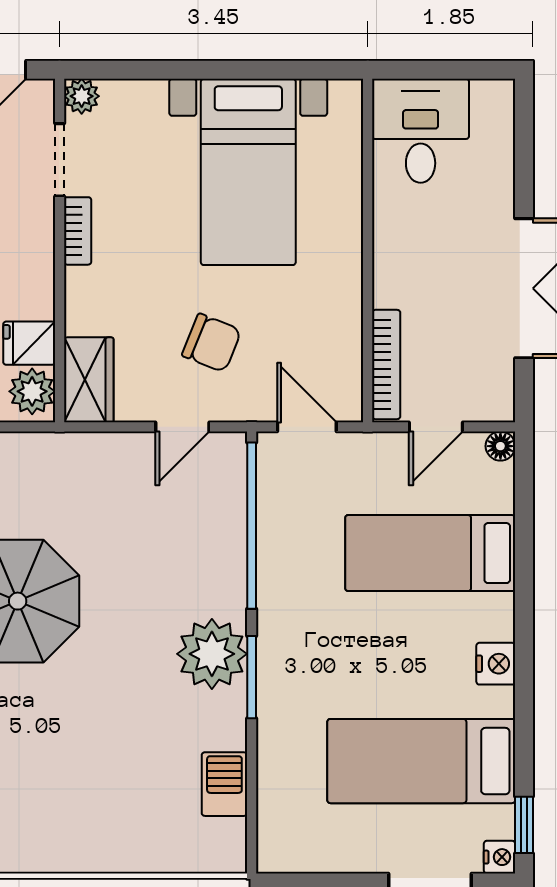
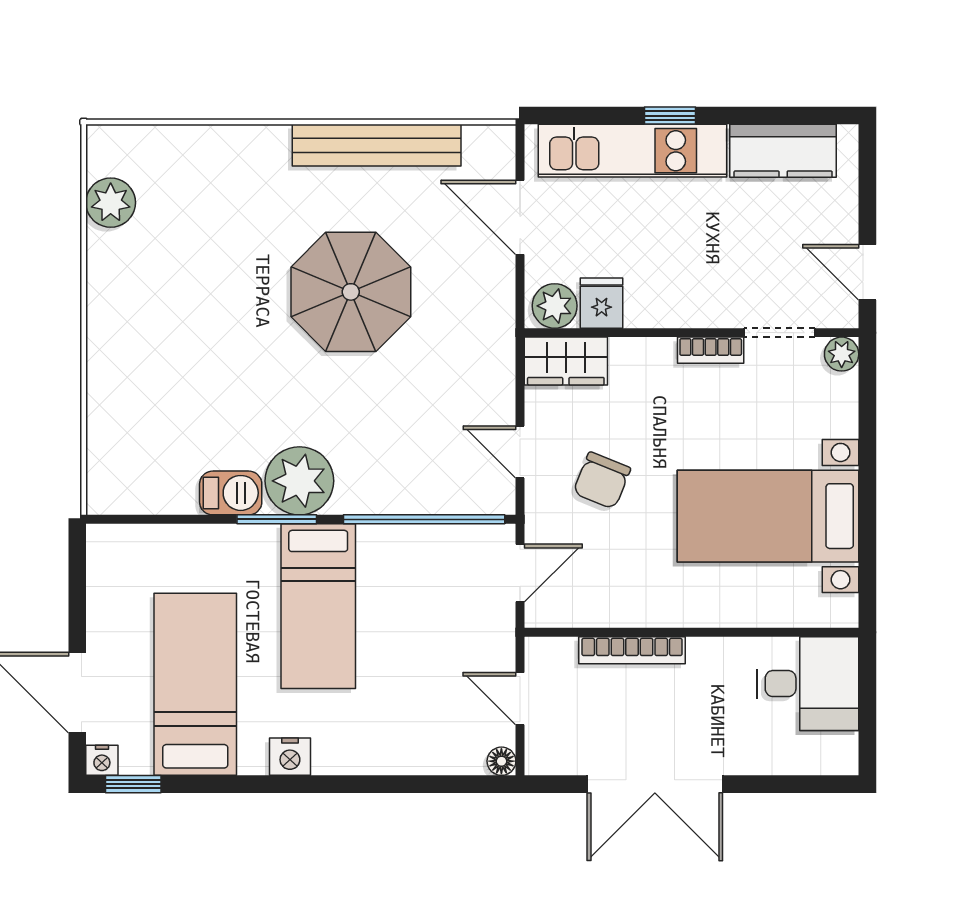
bookcase: (386, 364) -> (632, 650), moved
bed: (430, 553) -> (318, 606), moved, turned 180
barbecue: (224, 784) -> (231, 493), moved

